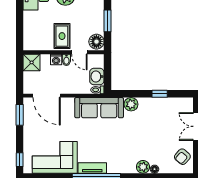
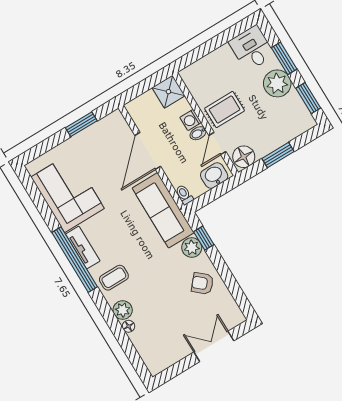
washbasin: (97, 77) -> (214, 176), moved
window: (160, 94) -> (204, 238), moved
door: (47, 96) -> (148, 151), moved
window: (20, 115) -> (81, 124), moved
armchair: (182, 157) -> (202, 283), moved
window: (20, 160) -> (38, 150), removed
coffee table: (121, 160) -> (114, 278), added

